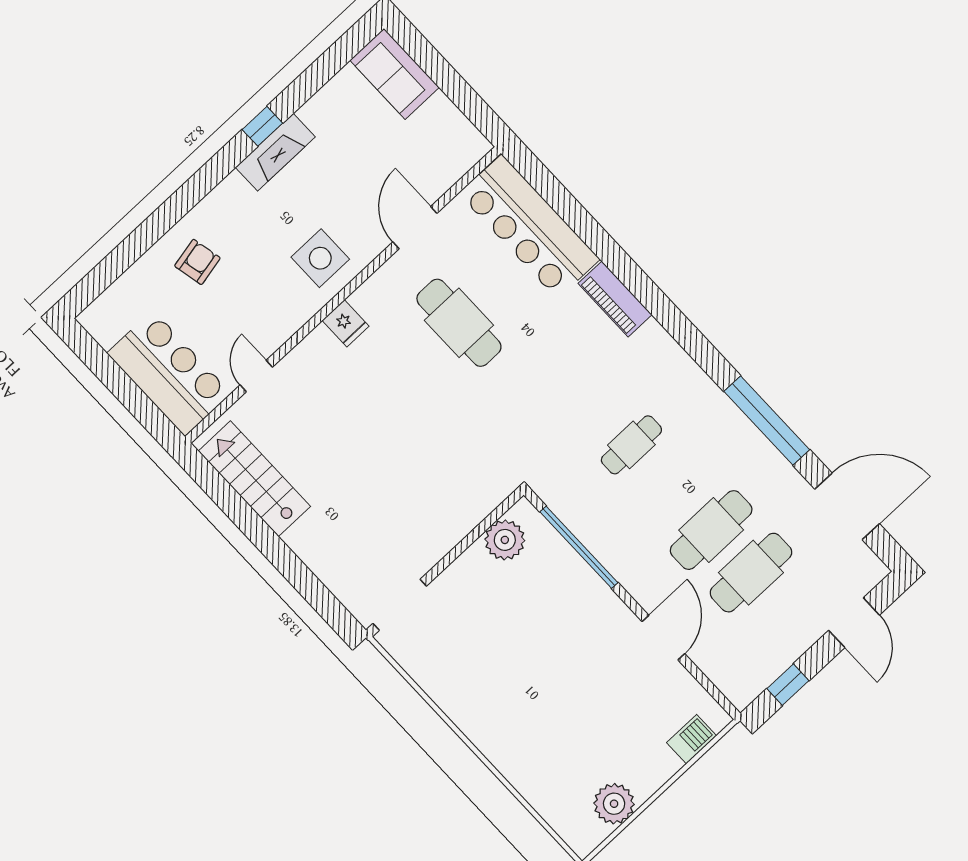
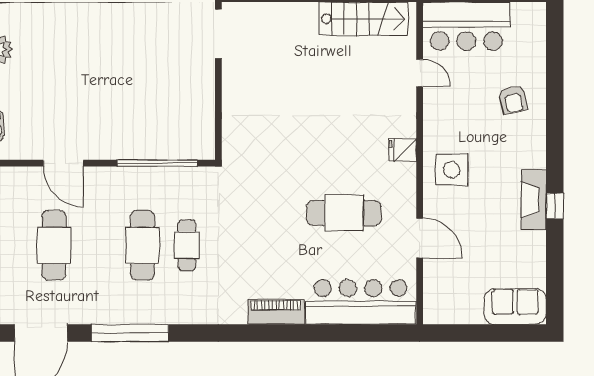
cafe table: (711, 530) -> (142, 245), moved
plant: (505, 540) -> (200, 126), removed

